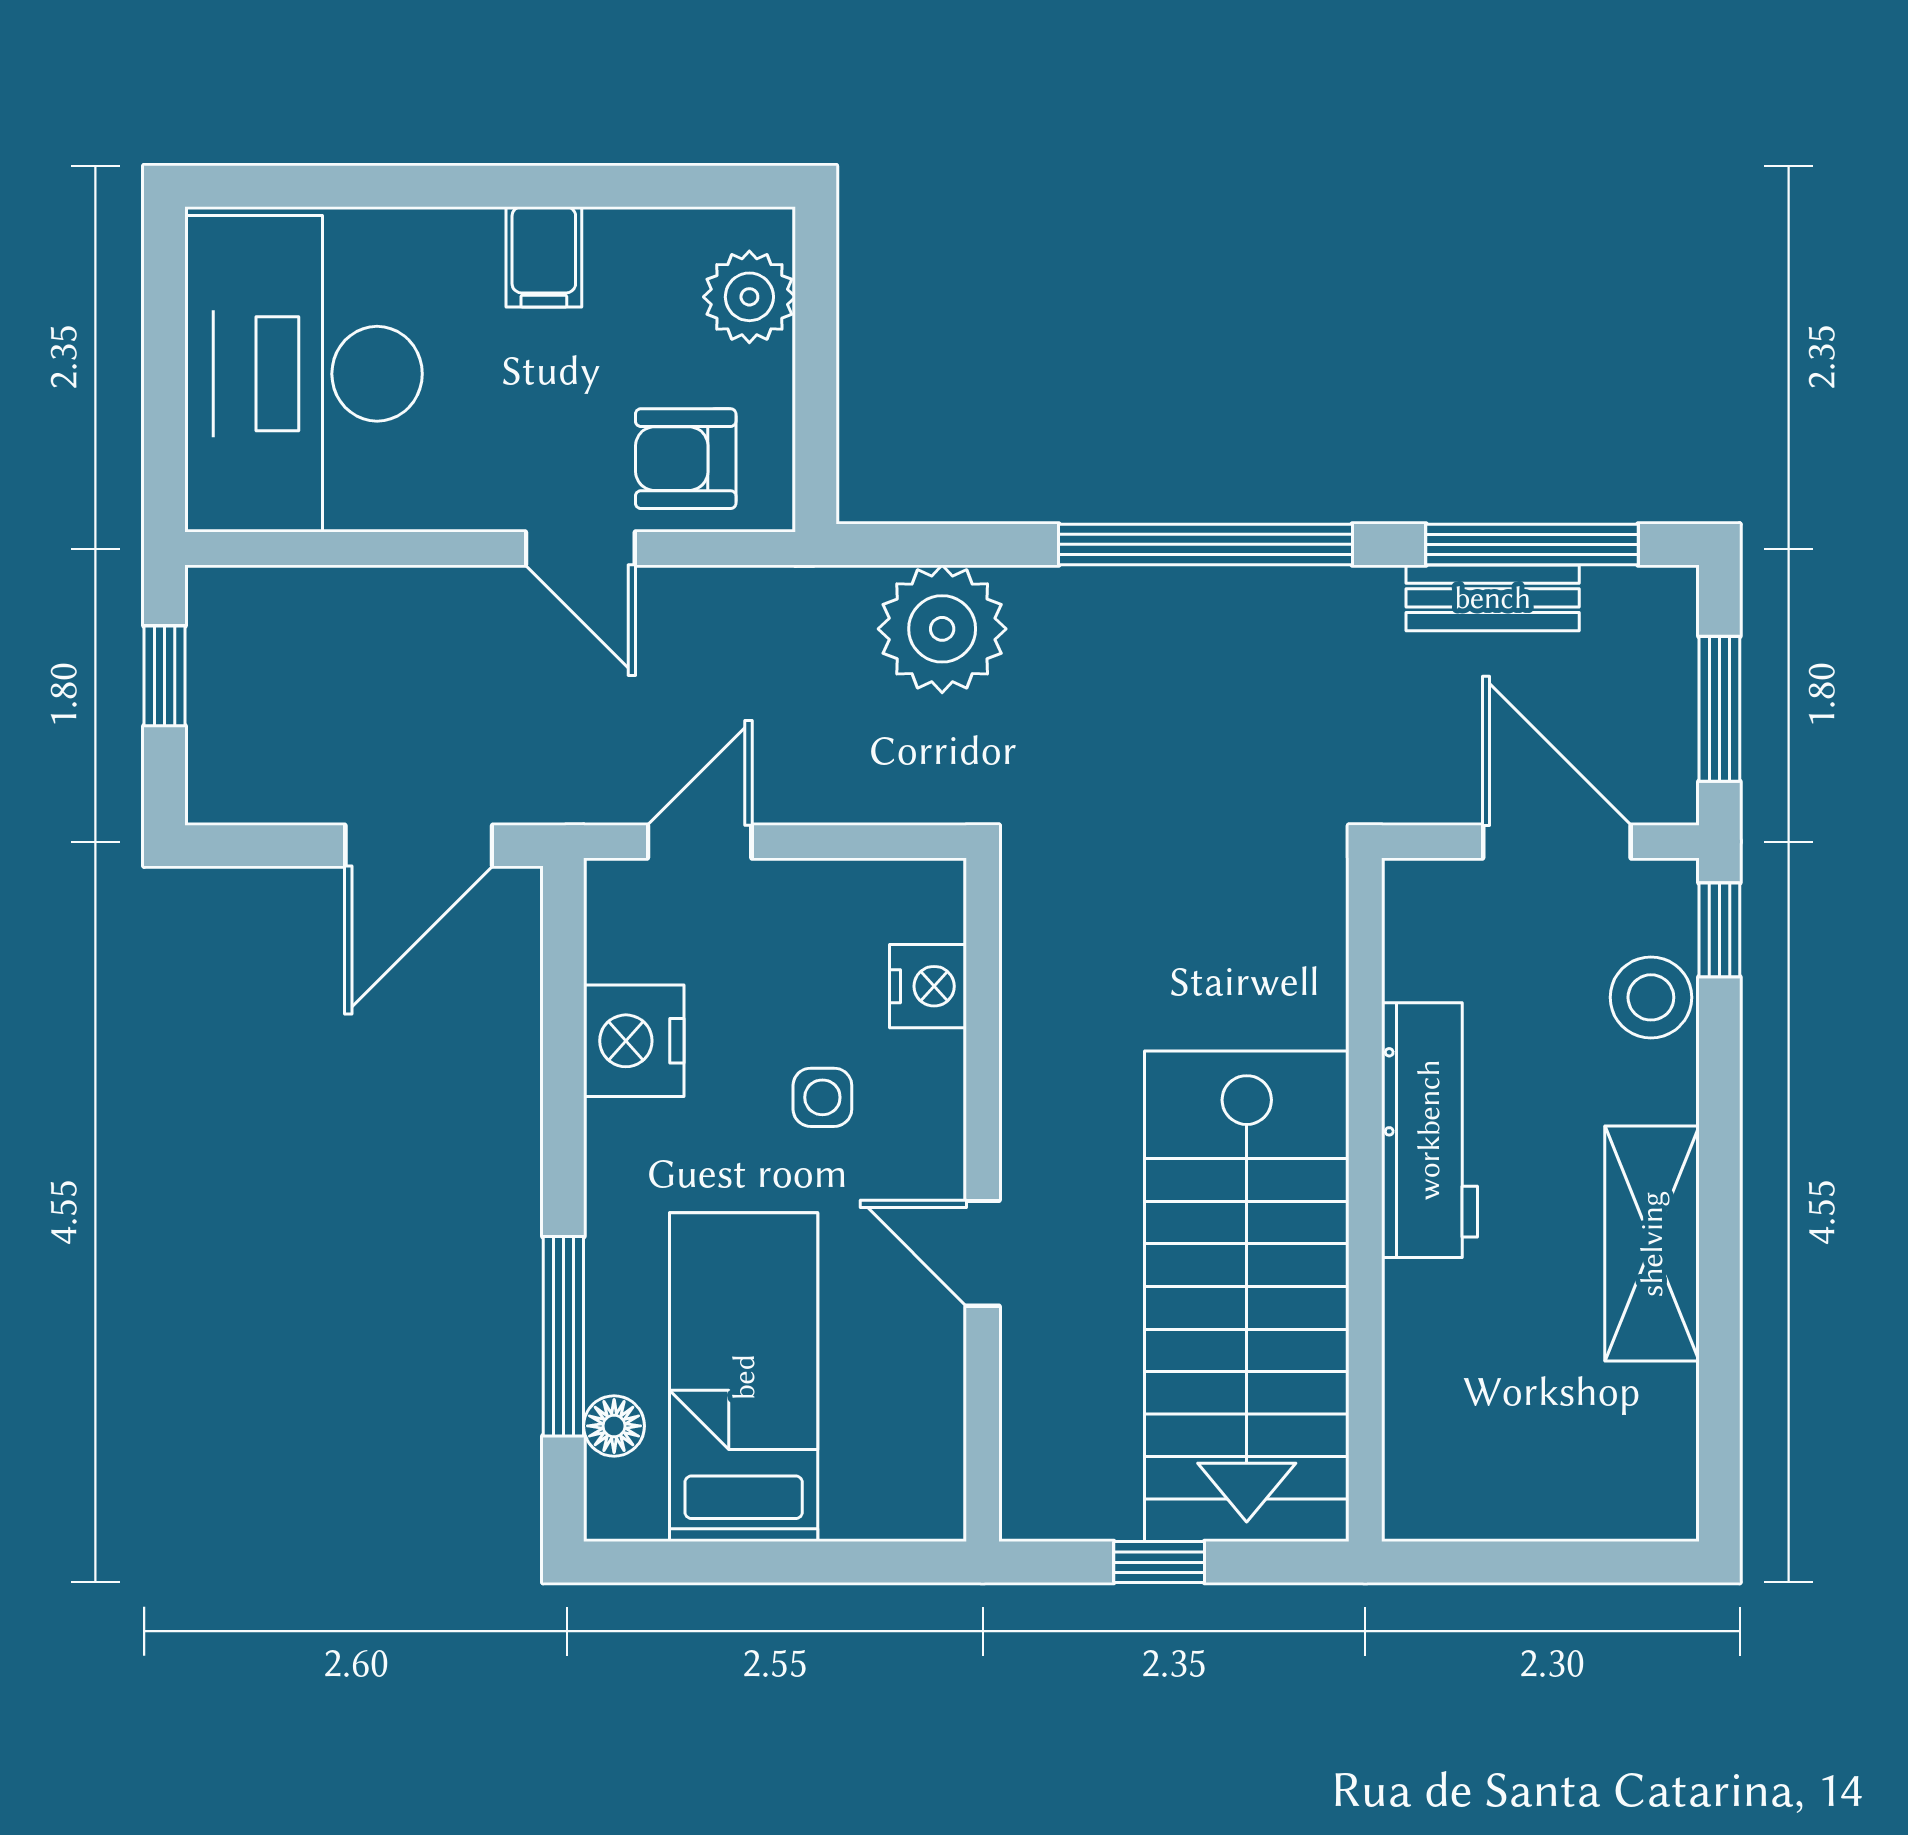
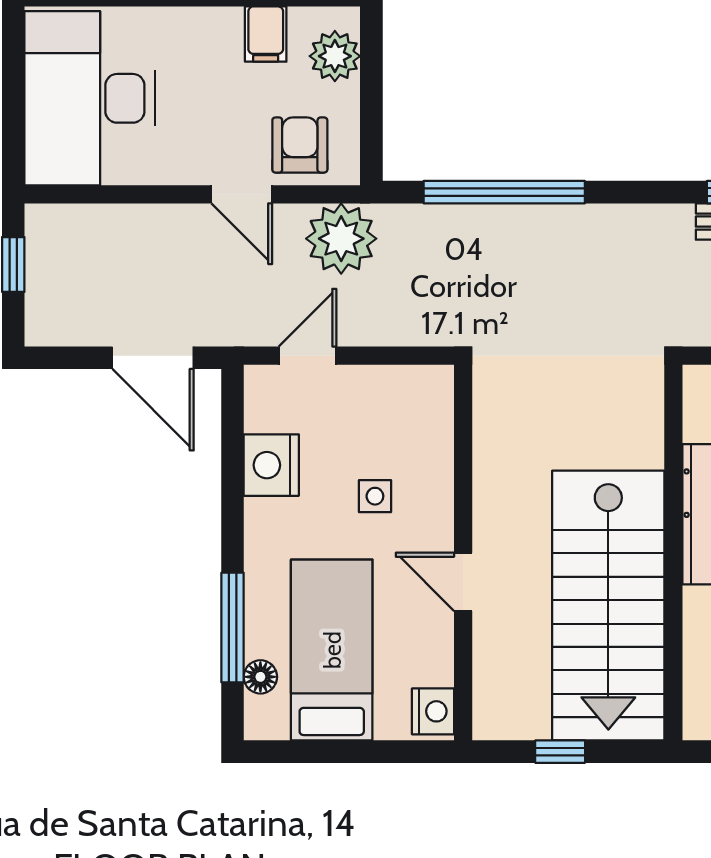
filing cabinet: (544, 257) -> (266, 34), moved
armchair: (686, 459) -> (300, 145), turned 90
window: (1205, 544) -> (504, 192), moved
plant: (942, 629) -> (341, 239), moved
door: (419, 846) -> (153, 358), hinge flipped
nightstand: (928, 986) -> (433, 711), moved

